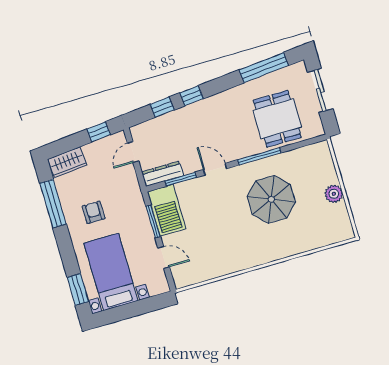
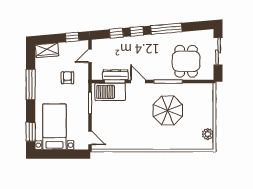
window: (264, 68) -> (166, 29), moved
dresser: (163, 174) -> (115, 75), moved
plant: (334, 194) -> (208, 134), moved
window: (53, 204) -> (31, 84), moved
barbecue: (167, 210) -> (110, 92), moved, turned 90
armchair: (94, 212) -> (67, 78), moved
door: (164, 257) -> (90, 138), moved

